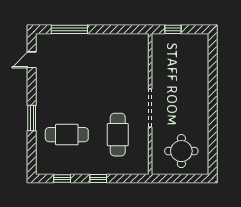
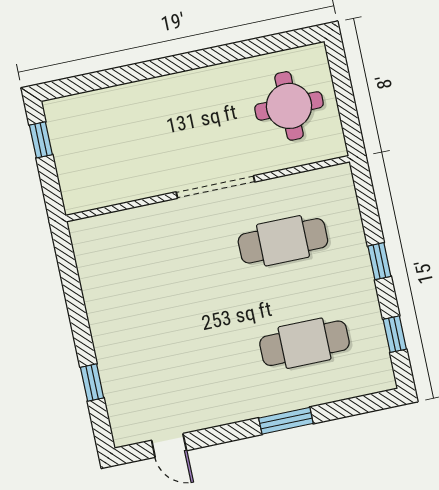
window: (69, 29) -> (92, 383), width x0.46
window: (173, 29) -> (41, 140), moved
cafe table: (67, 135) -> (304, 343), turned 90

